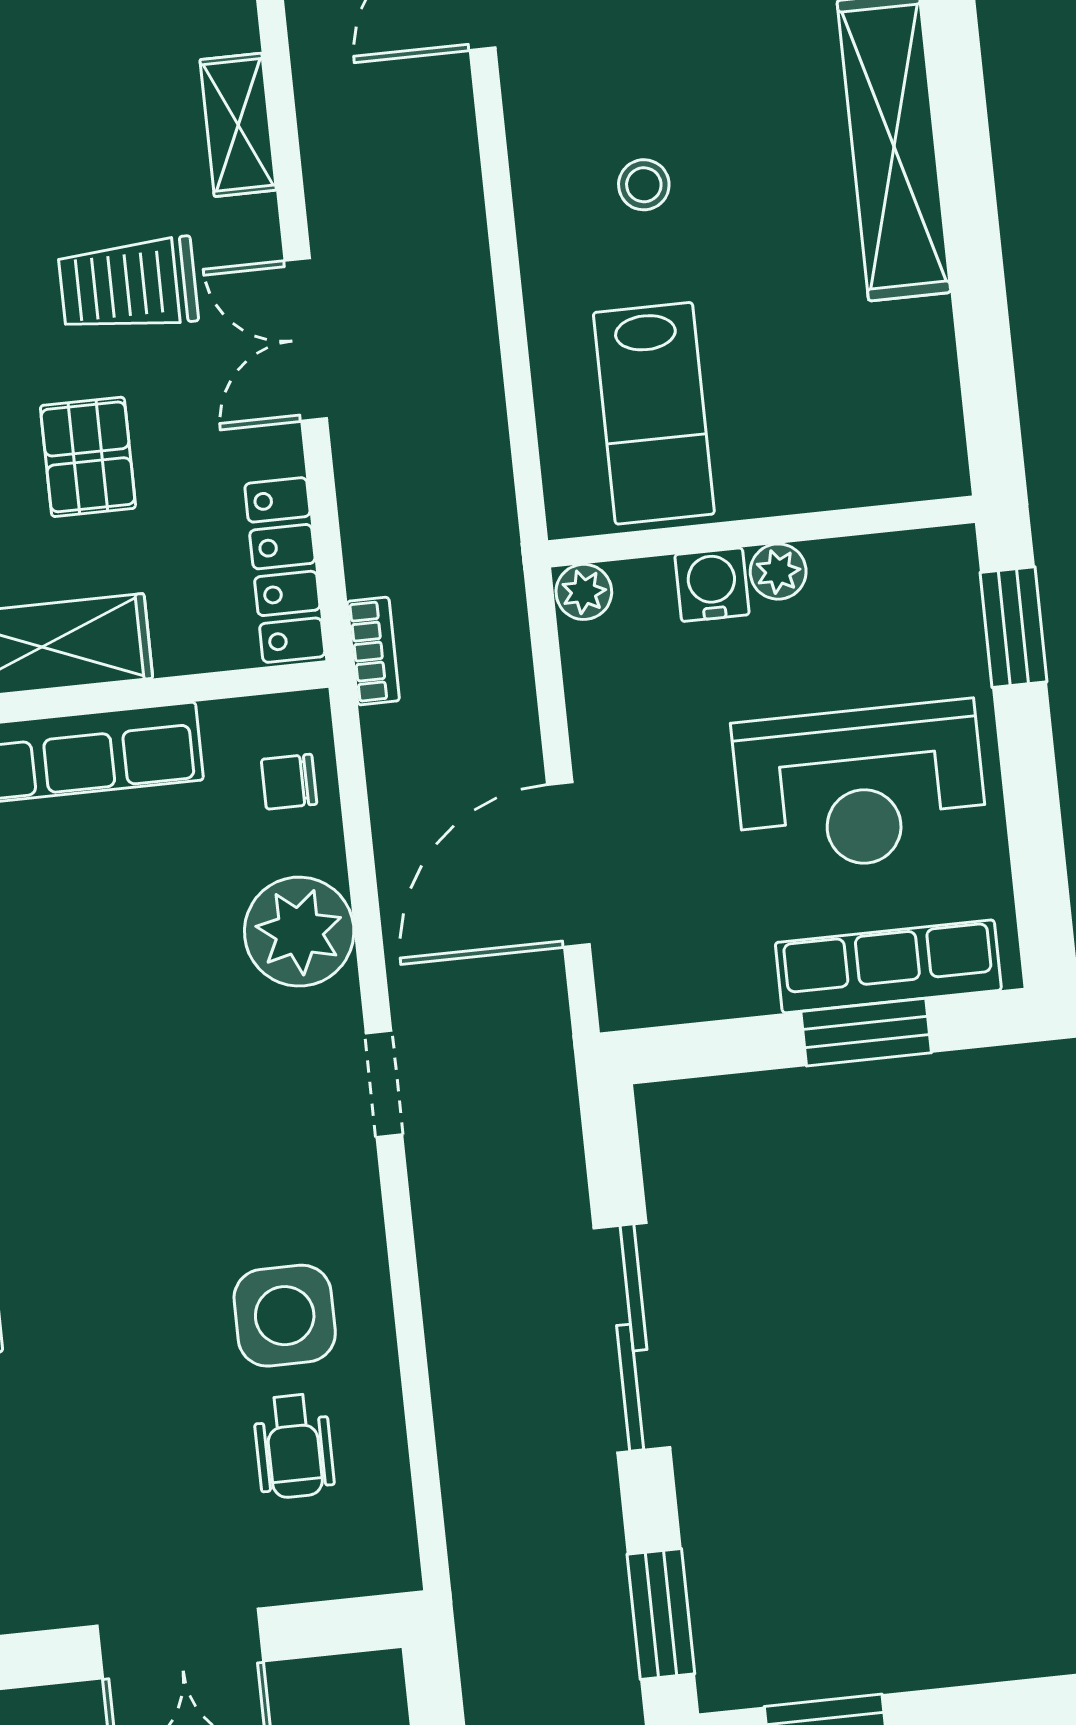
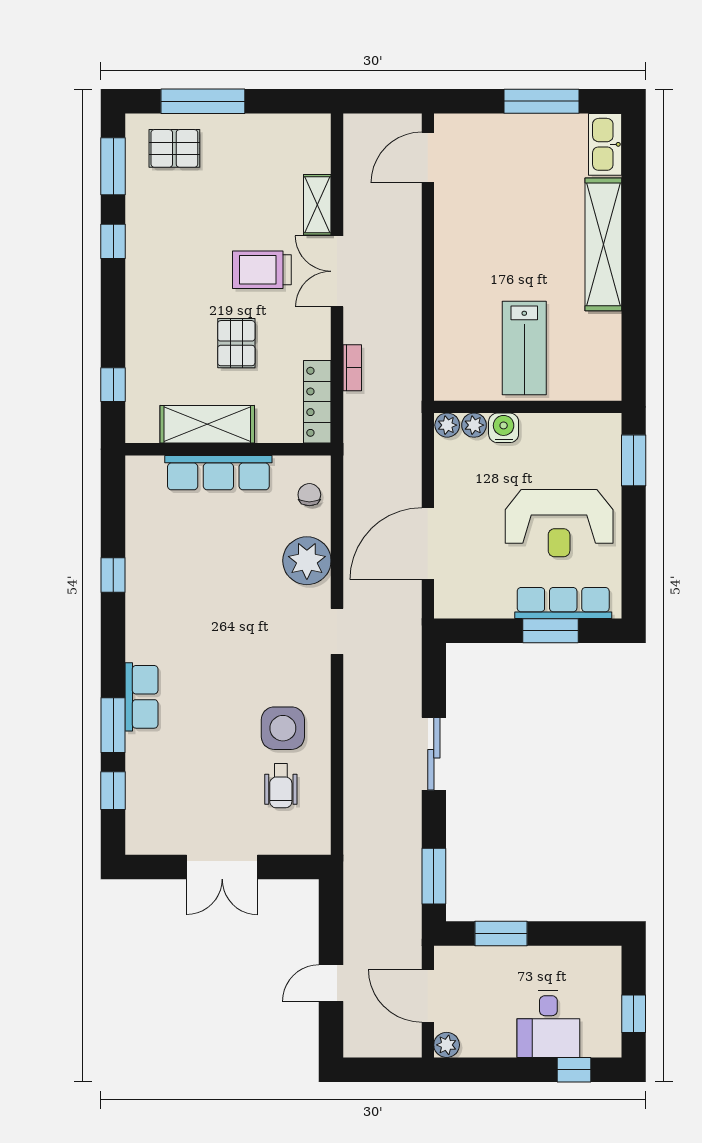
stool: (644, 185) -> (492, 250), removed
double door: (306, 340) -> (337, 271), moved
lab bench: (654, 413) -> (524, 348), moved
plant: (778, 572) -> (474, 425), moved
bookcase: (373, 651) -> (352, 368), moved
chair: (289, 782) -> (309, 495), turned 90
sliding door: (632, 1338) -> (434, 754), width x0.73

